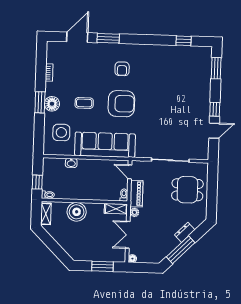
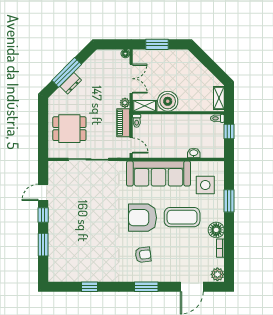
window: (108, 38) -> (146, 287), moved
window: (184, 41) -> (89, 287), moved
plant: (53, 48) -> (217, 274), added
window: (216, 68) -> (43, 245), moved
armchair: (122, 69) -> (143, 255), turned 83
window: (40, 102) -> (229, 201), moved
coffee table: (84, 103) -> (182, 217), width x1.86, depth x1.72
floor lamp: (52, 104) -> (216, 230), moved
boiler: (77, 212) -> (168, 101), moved
window: (181, 250) -> (67, 72), moved

